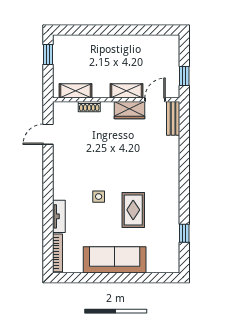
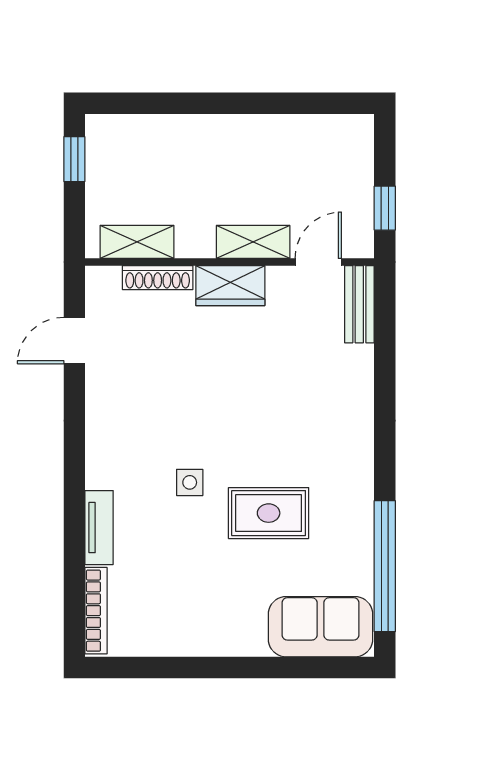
shoe rack: (89, 107) -> (158, 278), width x1.43
wardrobe: (129, 110) -> (230, 286), moved
rug: (133, 210) -> (269, 513), turned 90
window: (184, 233) -> (385, 566), width x3.17
sofa: (115, 260) -> (321, 627), moved, width x0.73

